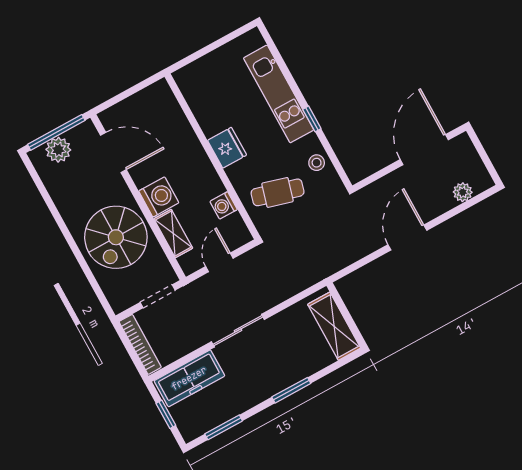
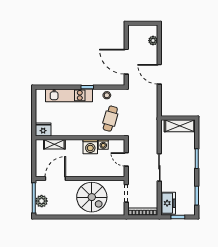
fridge: (227, 148) -> (43, 129), moved
door: (424, 150) -> (126, 62), moved
washing machine: (159, 197) -> (90, 147), moved, turned 180
shelving: (173, 234) -> (54, 144), moved
freezer: (189, 378) -> (168, 203), width x0.71

